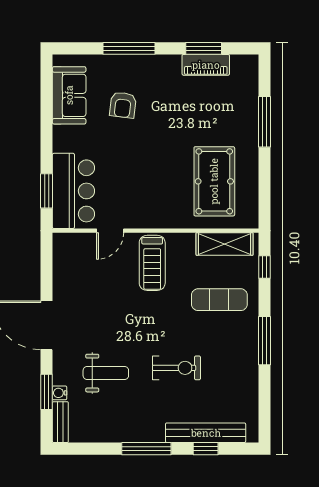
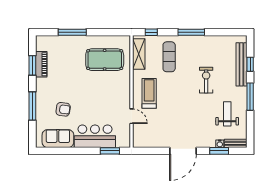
bar counter: (73, 191) -> (95, 136), moved
treadmill: (152, 263) -> (149, 93), turned -90
weight bench: (106, 373) -> (227, 114), moved

